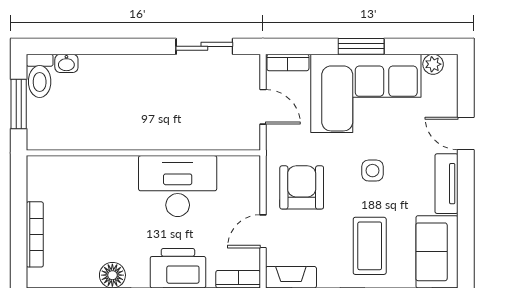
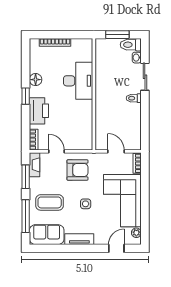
sliding door: (204, 46) -> (145, 77), moved
window: (361, 46) -> (145, 198), removed
toilet: (151, 70) -> (134, 98), added
door: (263, 107) -> (116, 151), swing flipped
door: (466, 133) -> (116, 248), moved
desk: (178, 186) -> (78, 81), moved

